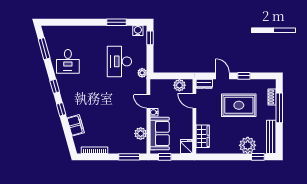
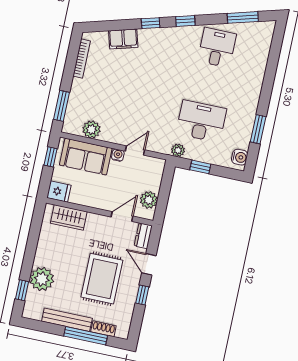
window: (150, 38) -> (200, 167), moved
desk: (68, 61) -> (217, 48), turned 90
door: (222, 76) -> (149, 264), swing flipped
bench: (271, 137) -> (67, 320), moved

